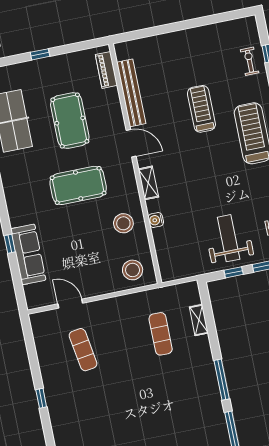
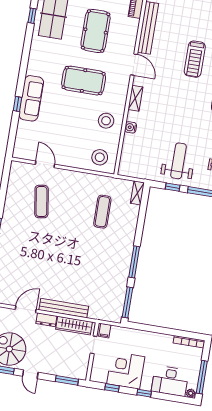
treadmill: (201, 109) -> (195, 59), turned 180
sofa: (28, 254) -> (31, 98), moved
shelving: (199, 320) -> (137, 193), moved

